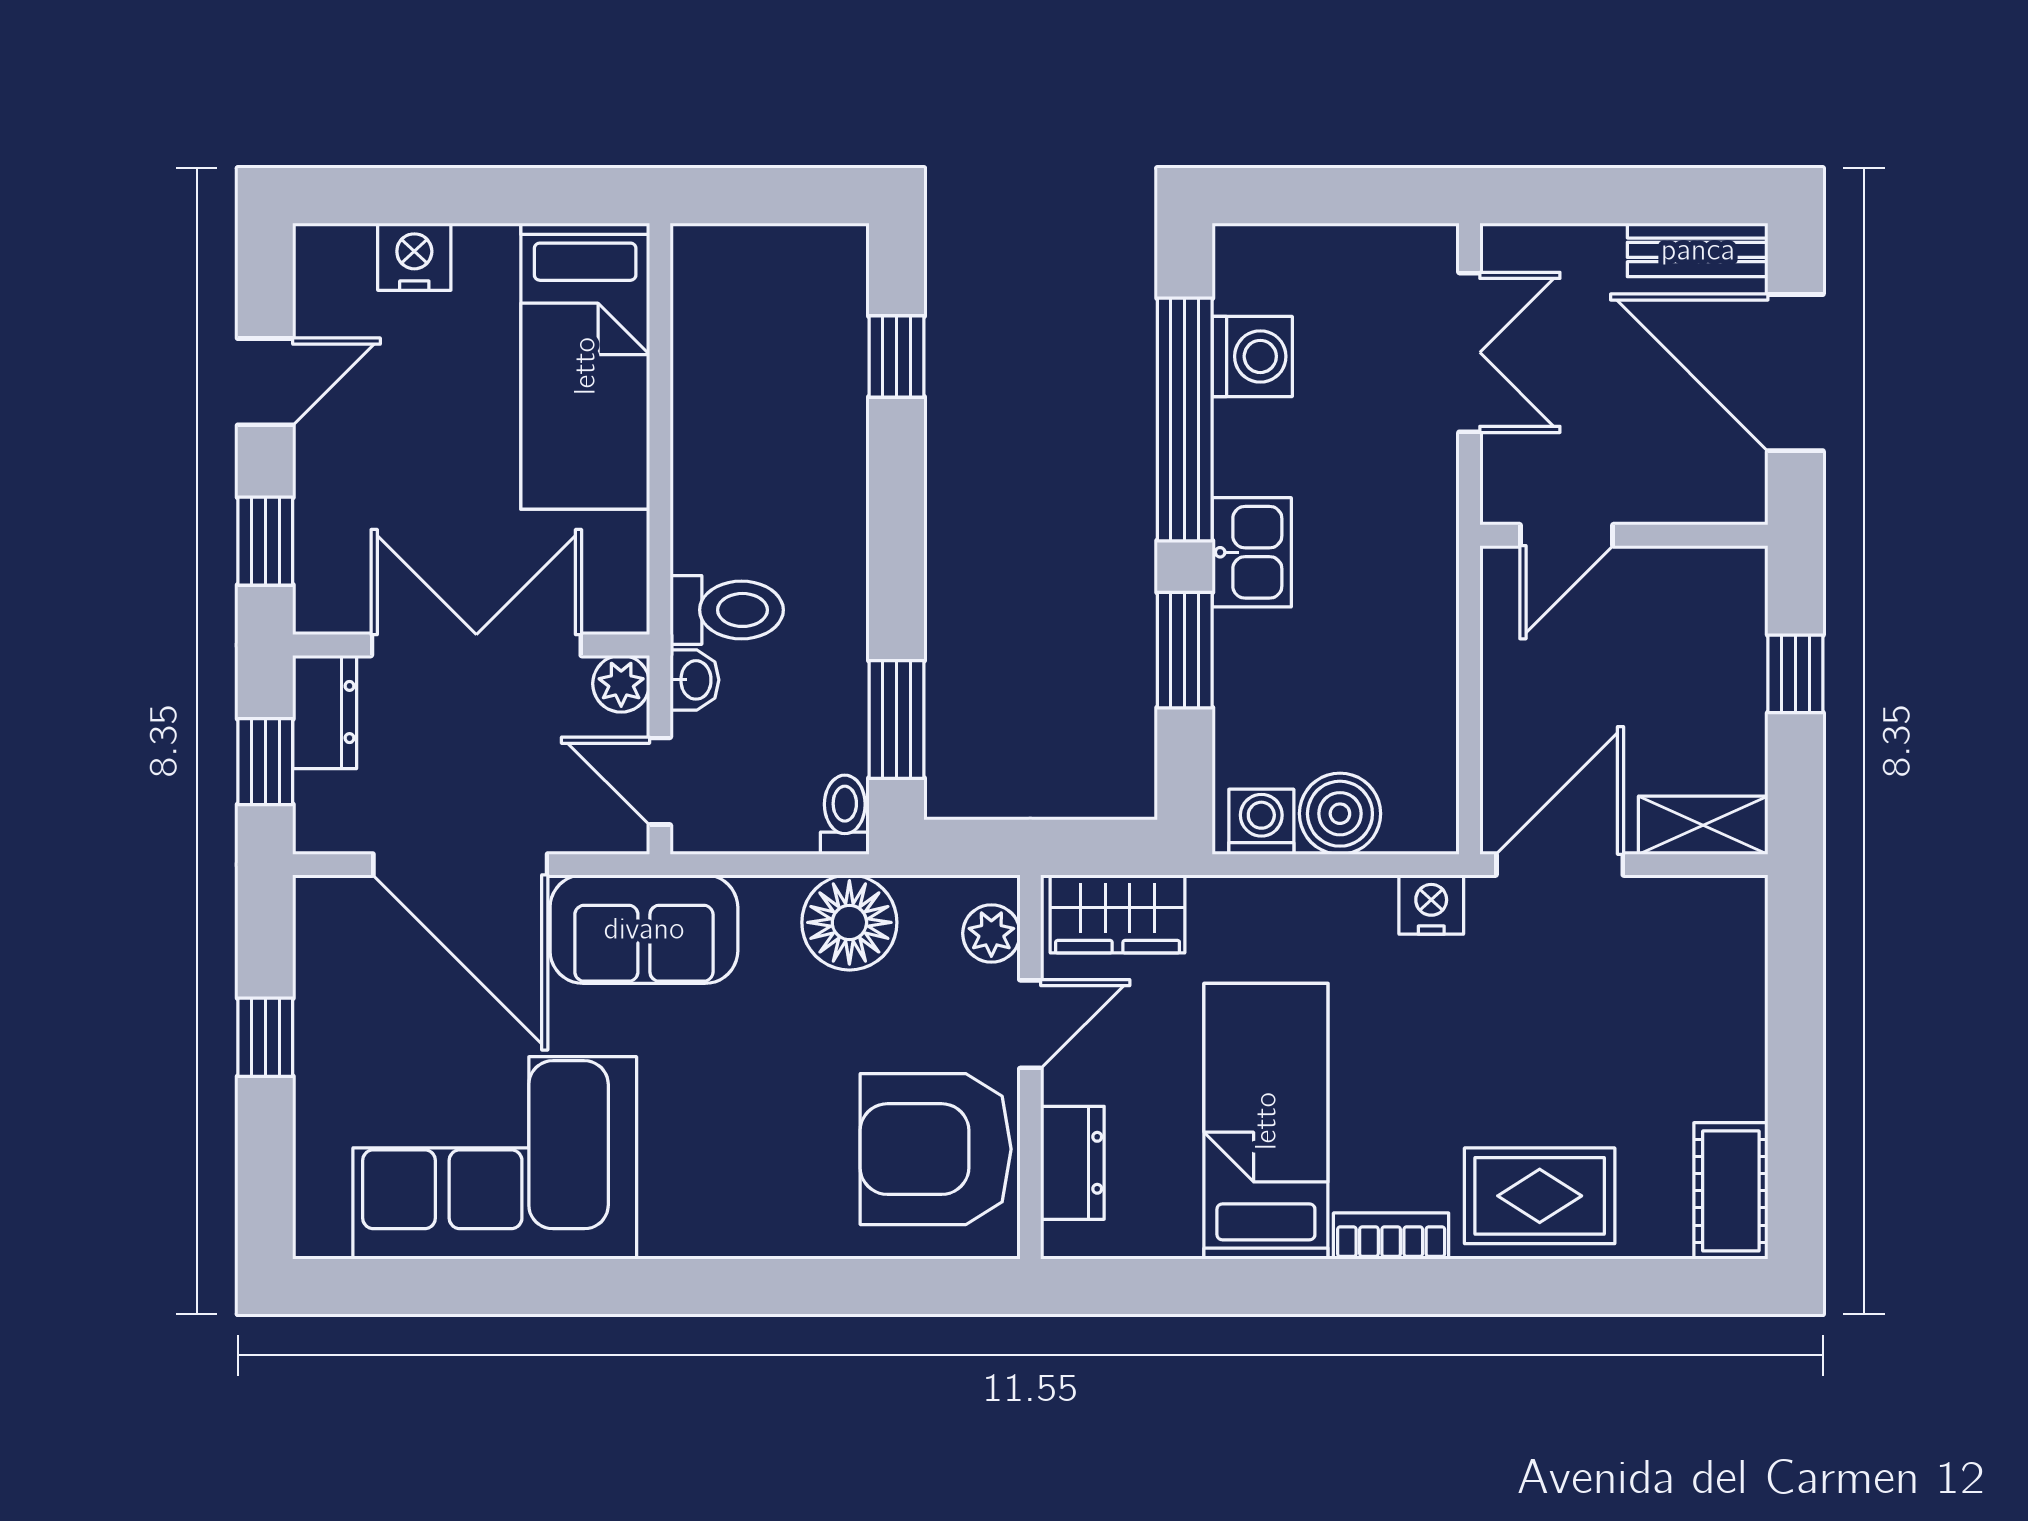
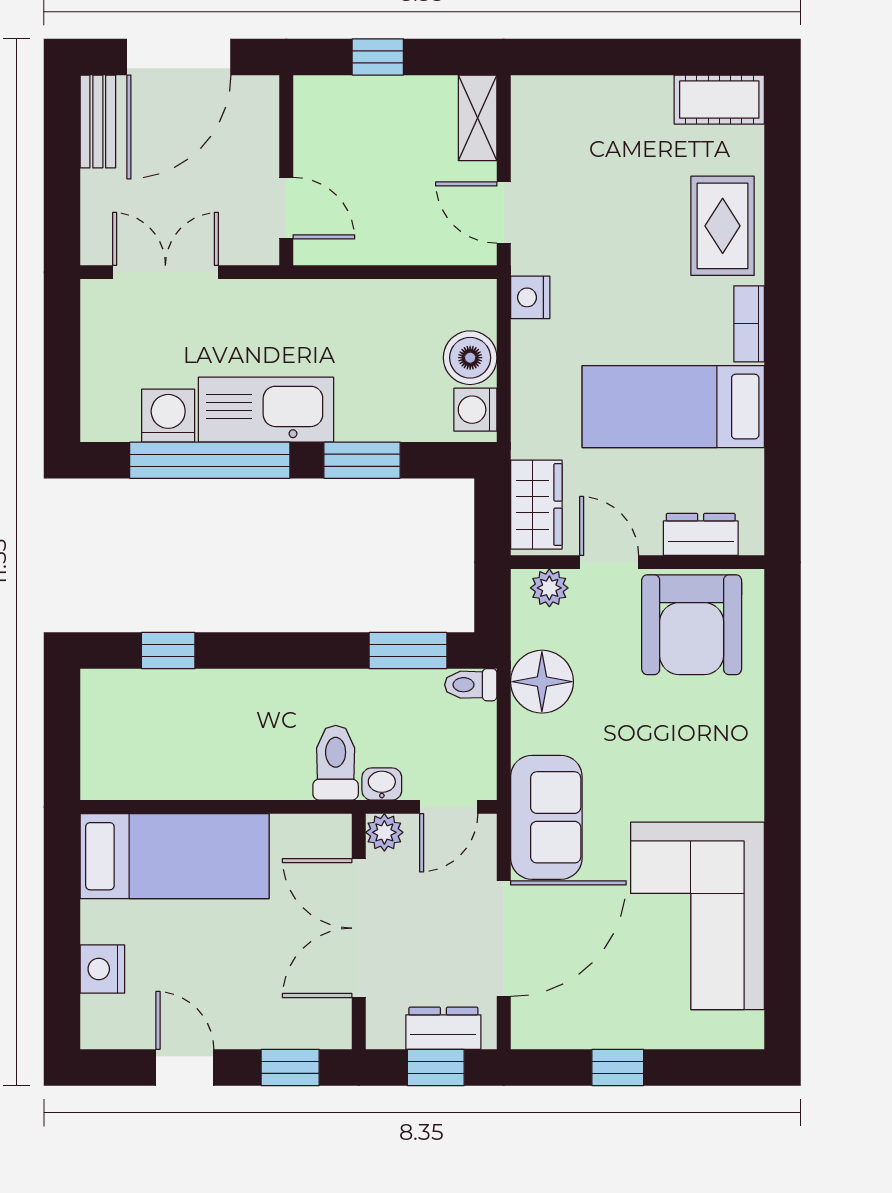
kitchen sink: (1252, 552) -> (266, 410), width x1.88, depth x1.24
dresser: (325, 712) -> (443, 1028), moved
door: (1560, 865) -> (504, 213), width x0.73

